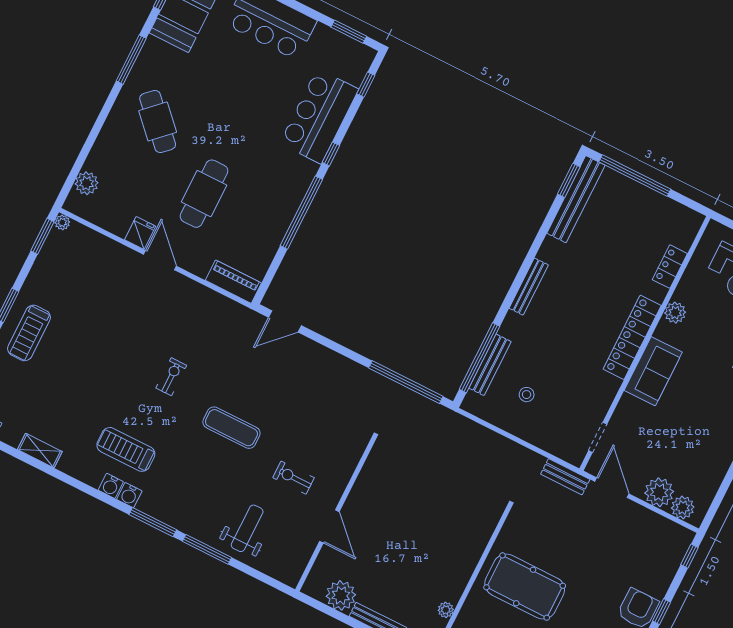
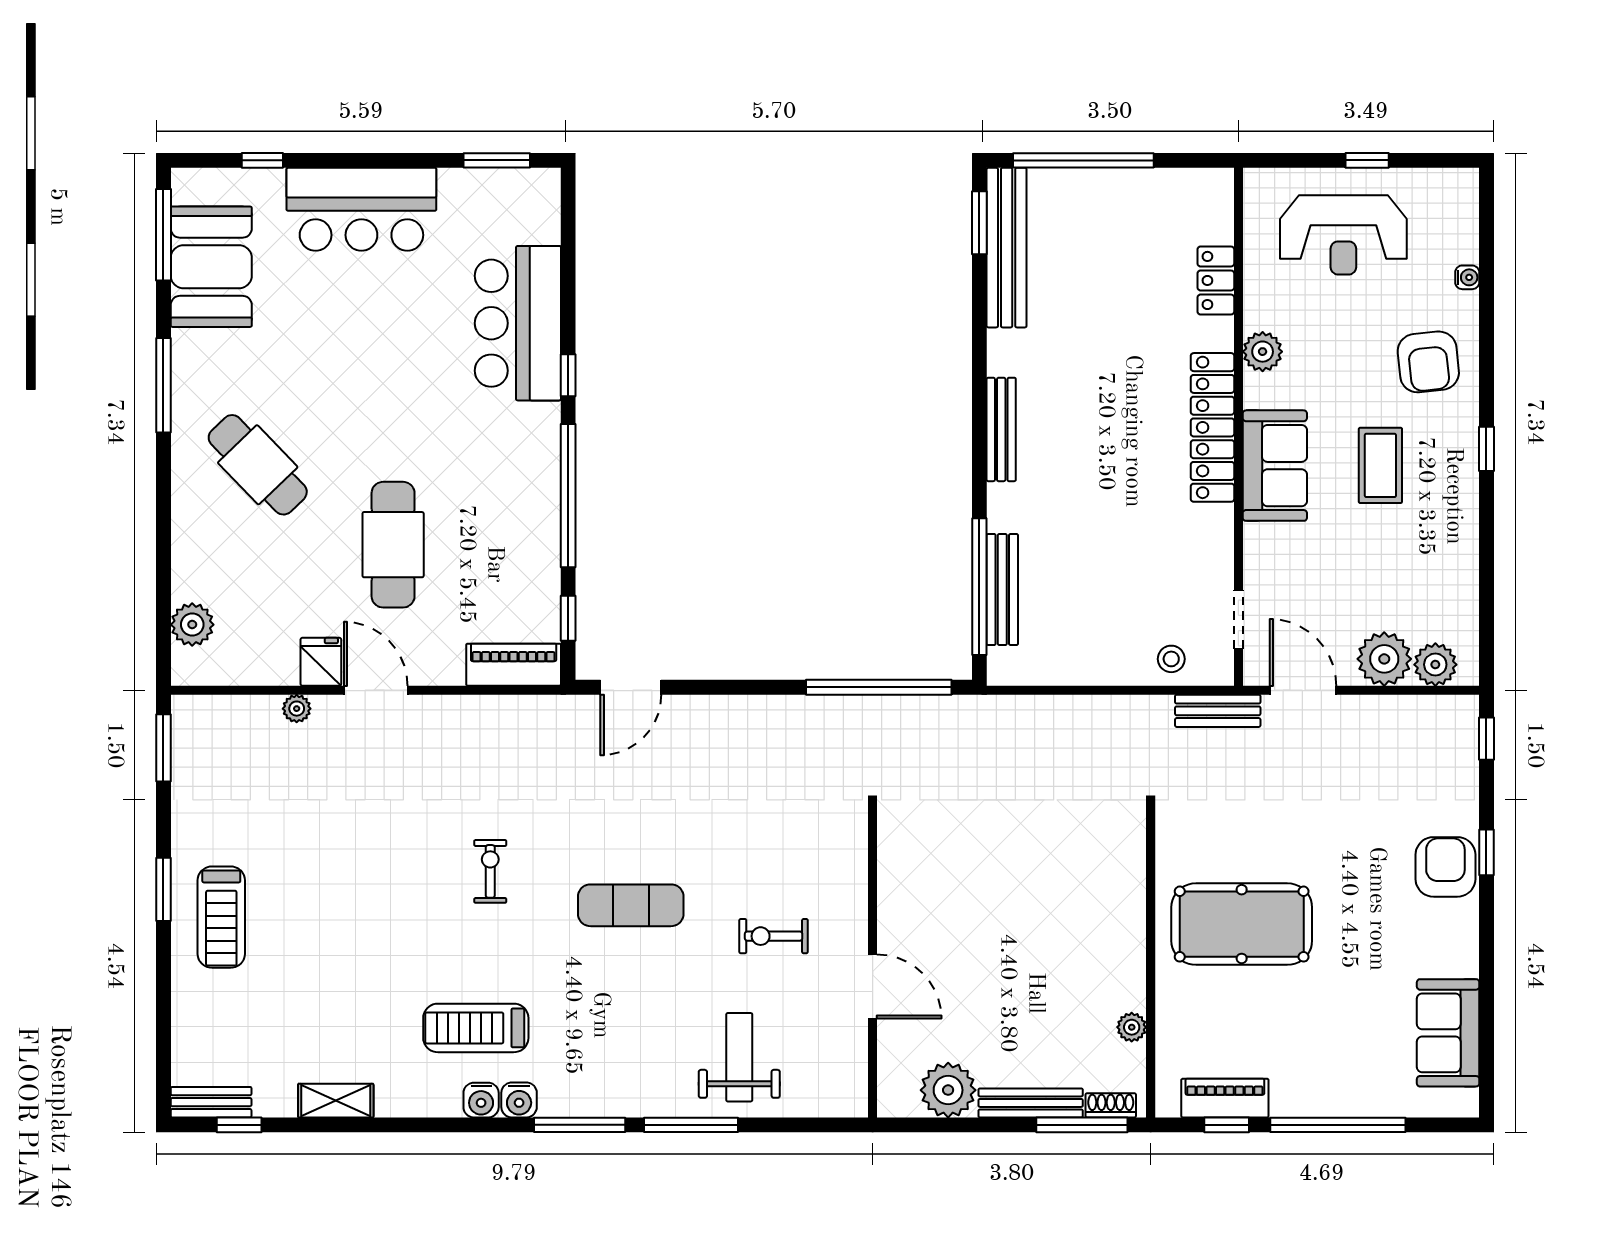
window: (366, 85) -> (568, 618), moved
plant: (62, 222) -> (297, 709), moved
stool: (527, 395) -> (1171, 659), moved
coffee table: (705, 397) -> (1380, 465), added

